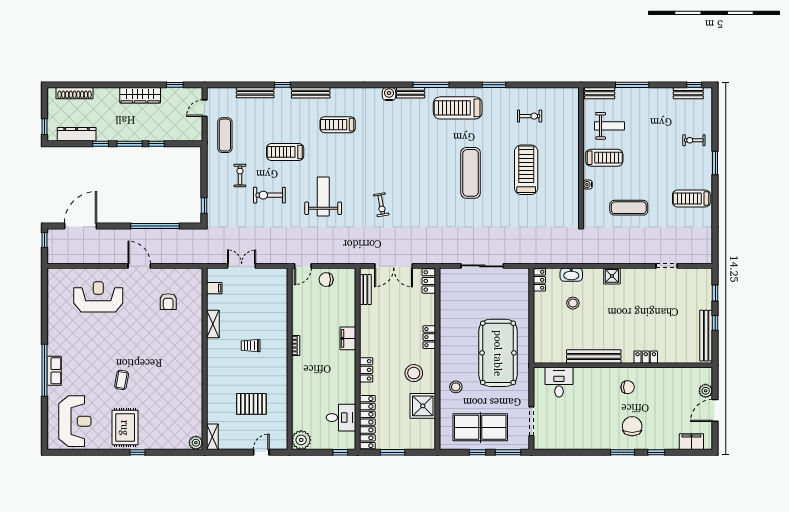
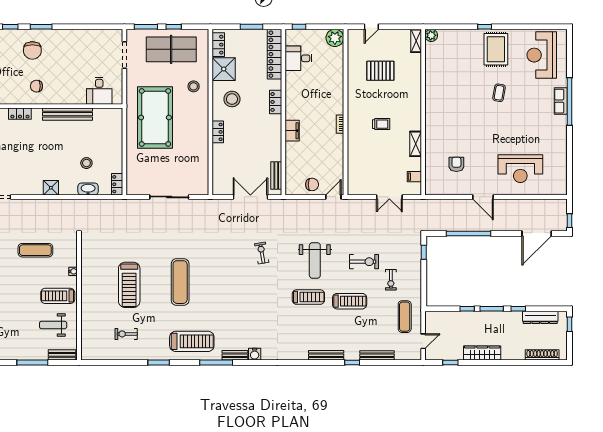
treadmill: (338, 125) -> (308, 297), moved
locker: (429, 281) -> (218, 45), moved

